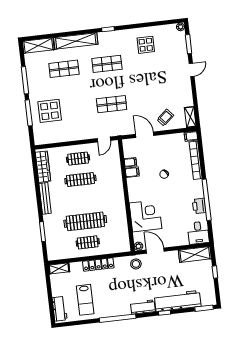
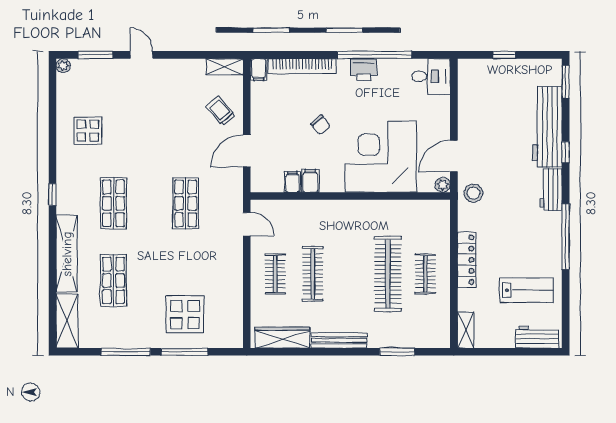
printer: (199, 206) -> (364, 69), moved
corner desk: (146, 216) -> (381, 157), width x1.36, depth x1.36
shelving: (195, 254) -> (469, 87), removed

